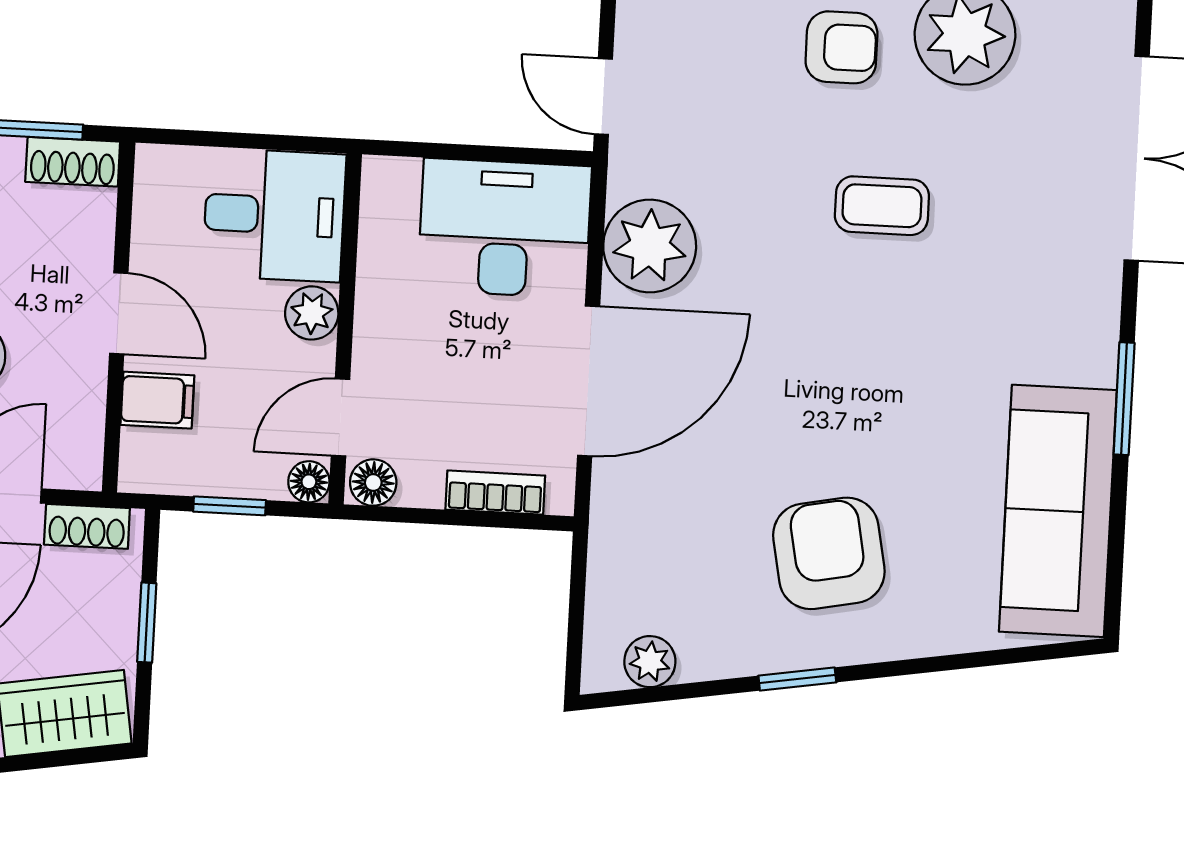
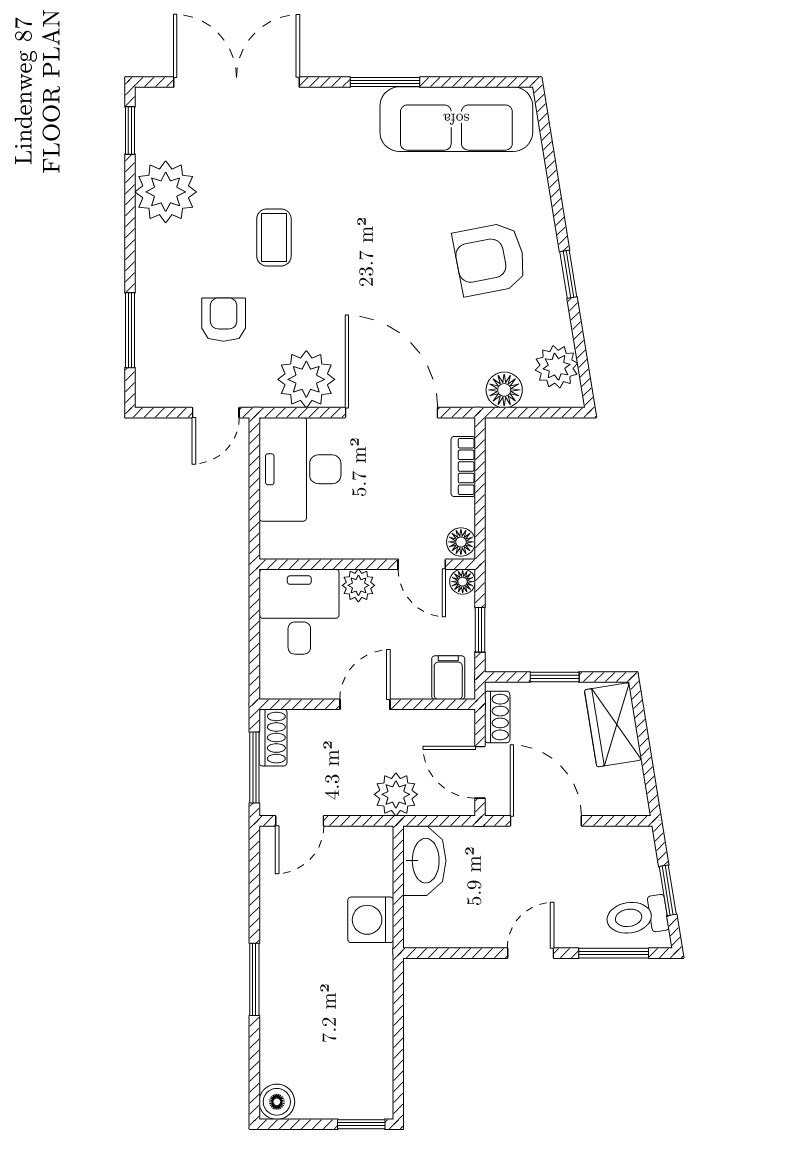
armchair: (841, 47) -> (224, 320), moved
filing cabinet: (157, 400) -> (448, 678), moved
floor lamp: (616, 566) -> (504, 390), added
plant: (650, 662) -> (557, 367), width x1.38, depth x1.38

